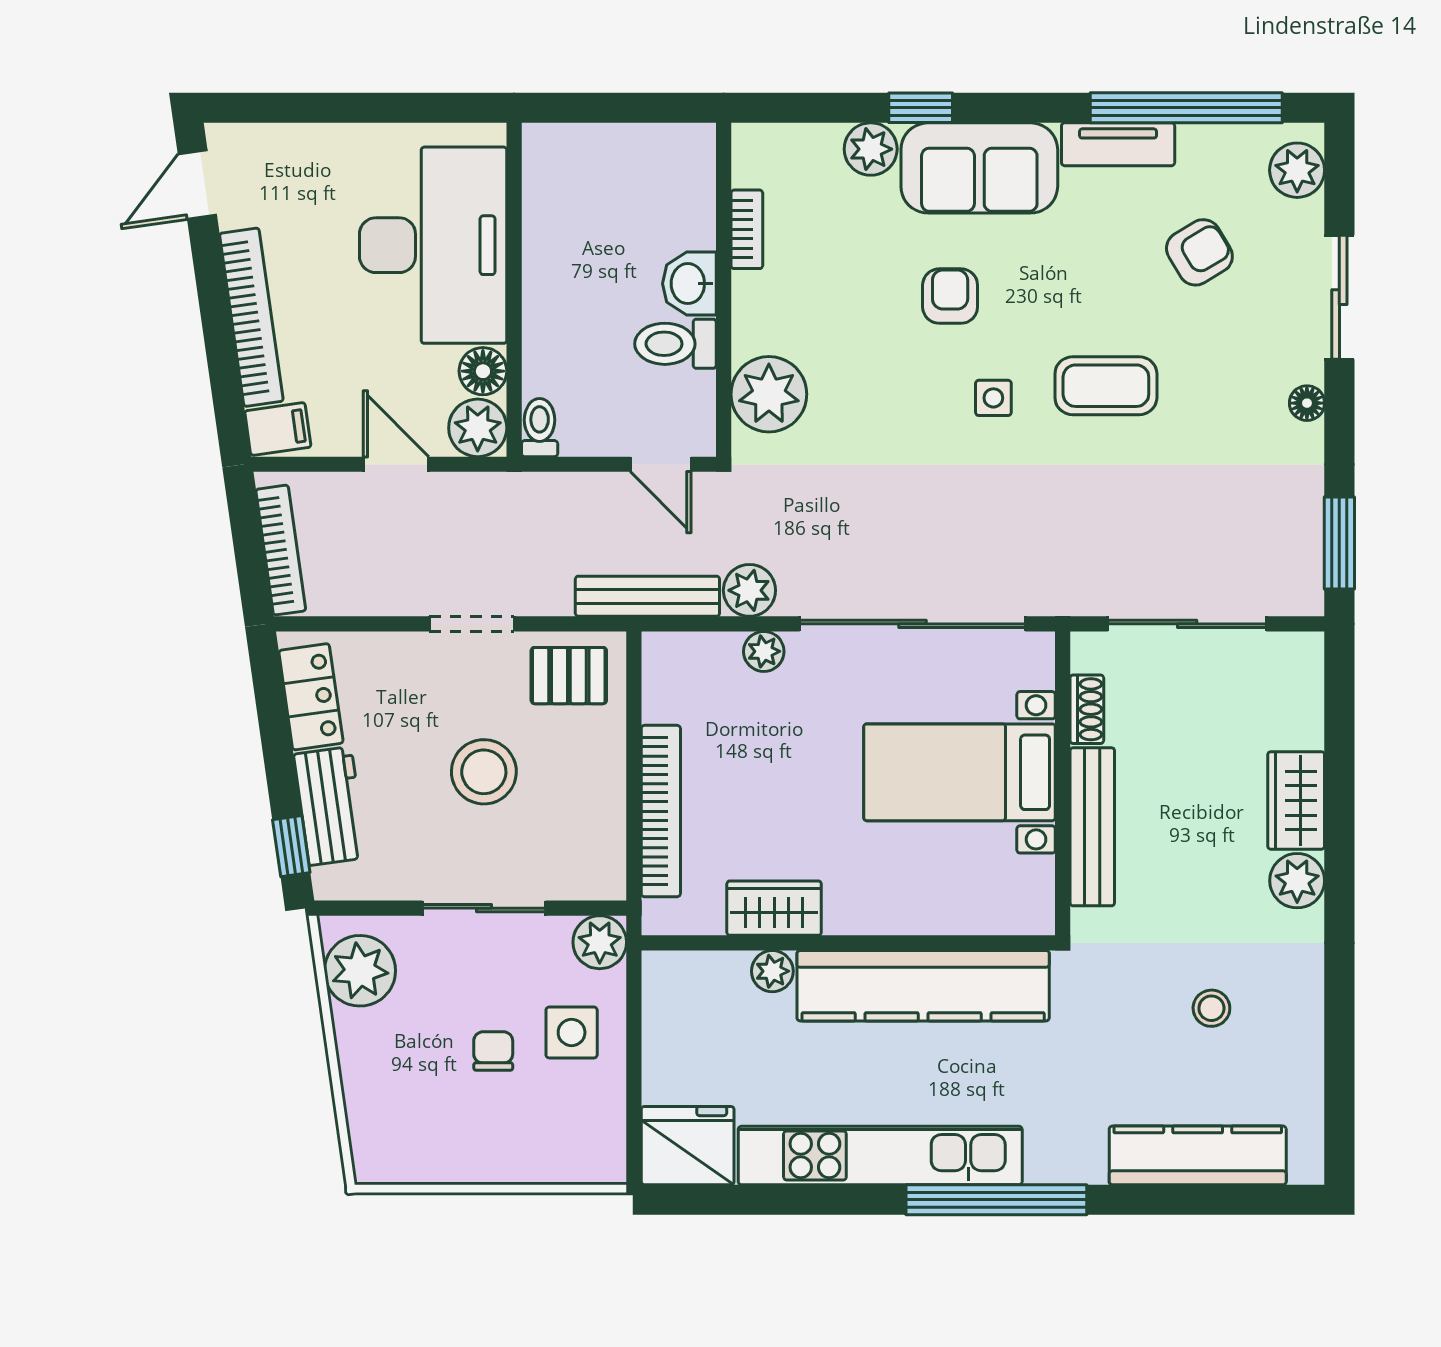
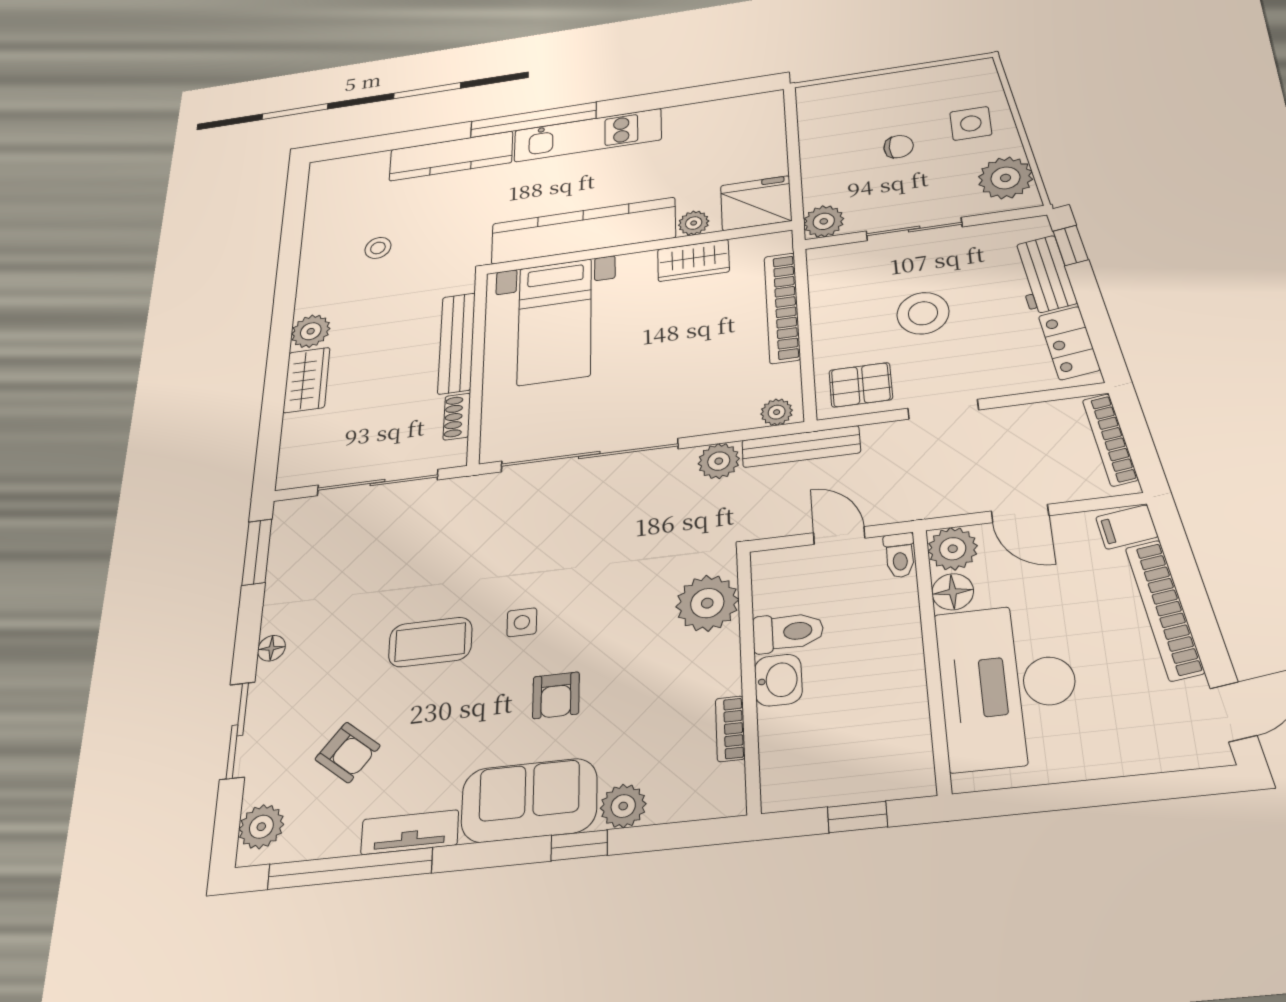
window: (610, 108) -> (857, 817), added
armchair: (1199, 252) -> (348, 752), turned -110
door: (661, 464) -> (839, 535), moved
plant: (764, 651) -> (777, 412), moved
bed with nightstands: (960, 772) -> (555, 321), moved, turned 90
side table: (572, 1032) -> (971, 123), moved
chair: (493, 1051) -> (899, 147), turned -90
fridge: (688, 1146) -> (756, 203), moved, turned 180
kitchen counter: (1198, 1155) -> (451, 156), moved
kitchen unit: (880, 1156) -> (588, 135), width x0.73

